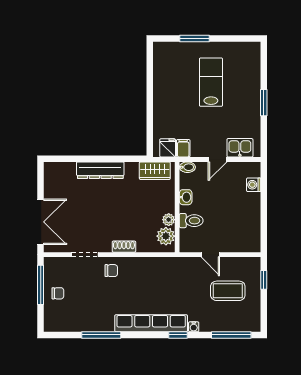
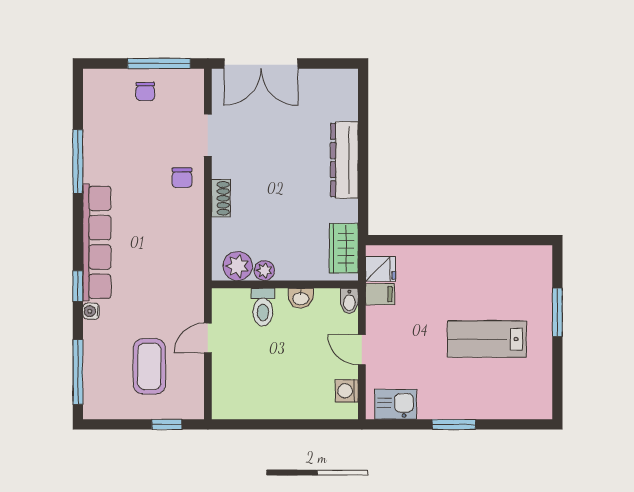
lab bench: (211, 82) -> (487, 339), turned 180
kitchen sink: (240, 148) -> (396, 404), moved, turned -90
washing machine: (254, 185) -> (347, 391), moved, turned -90

